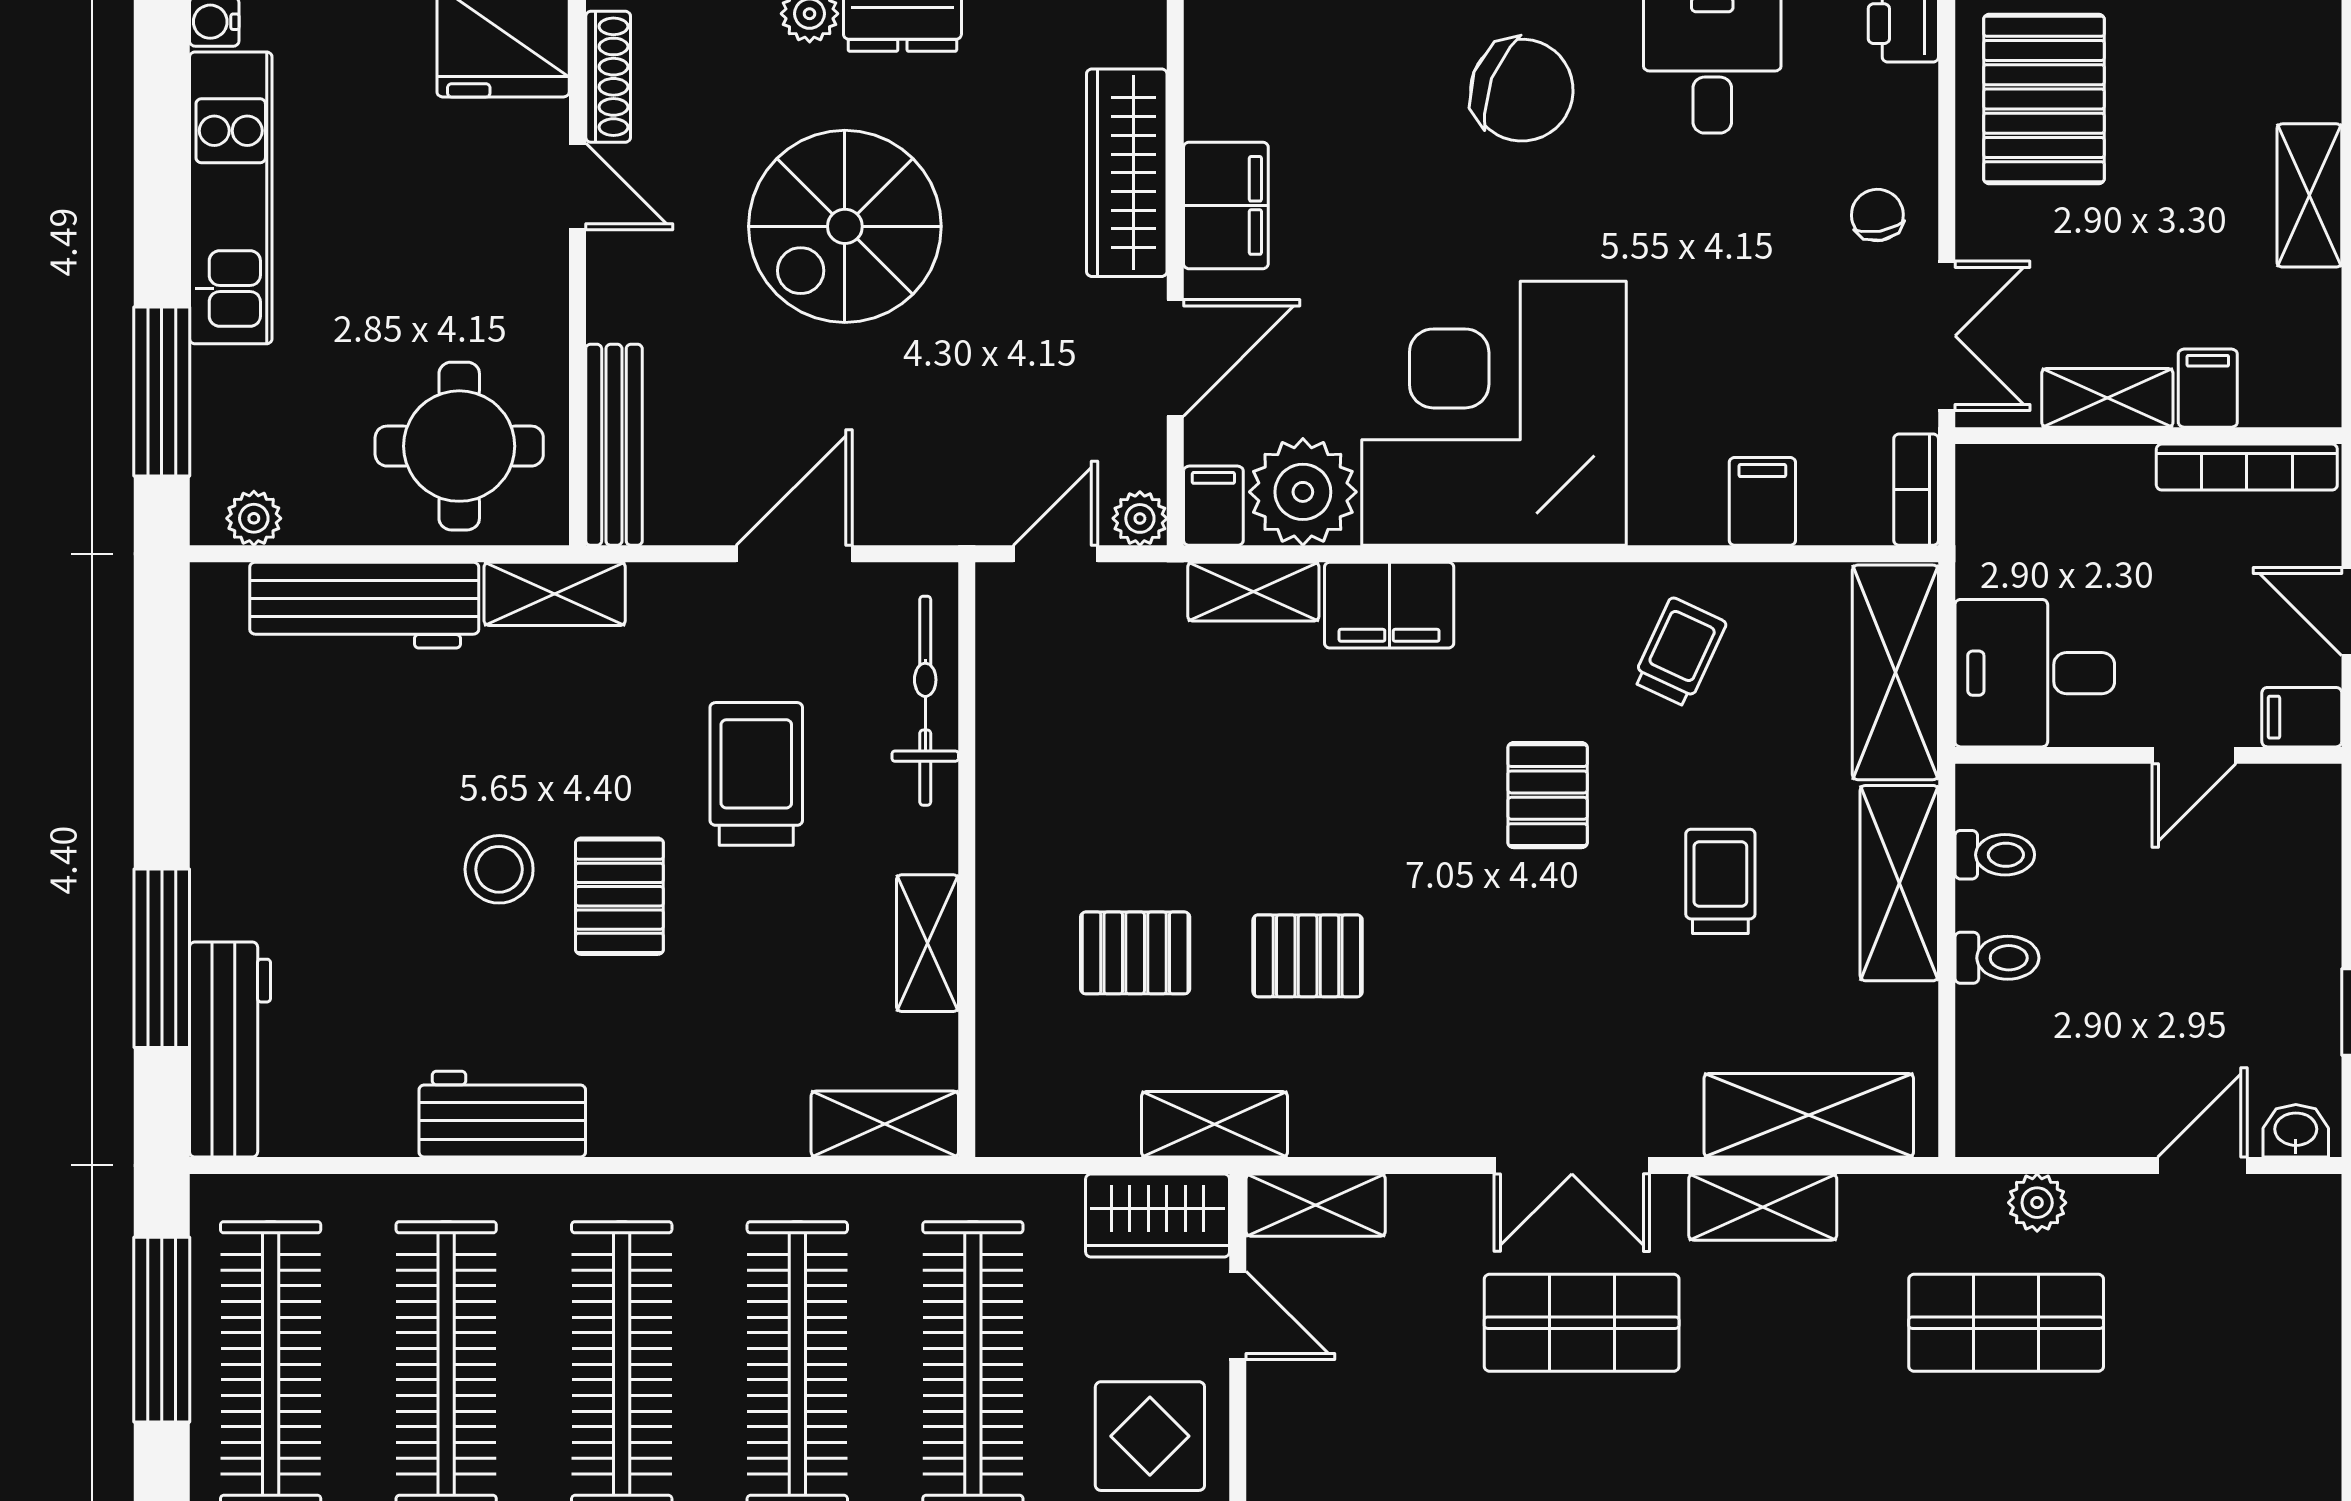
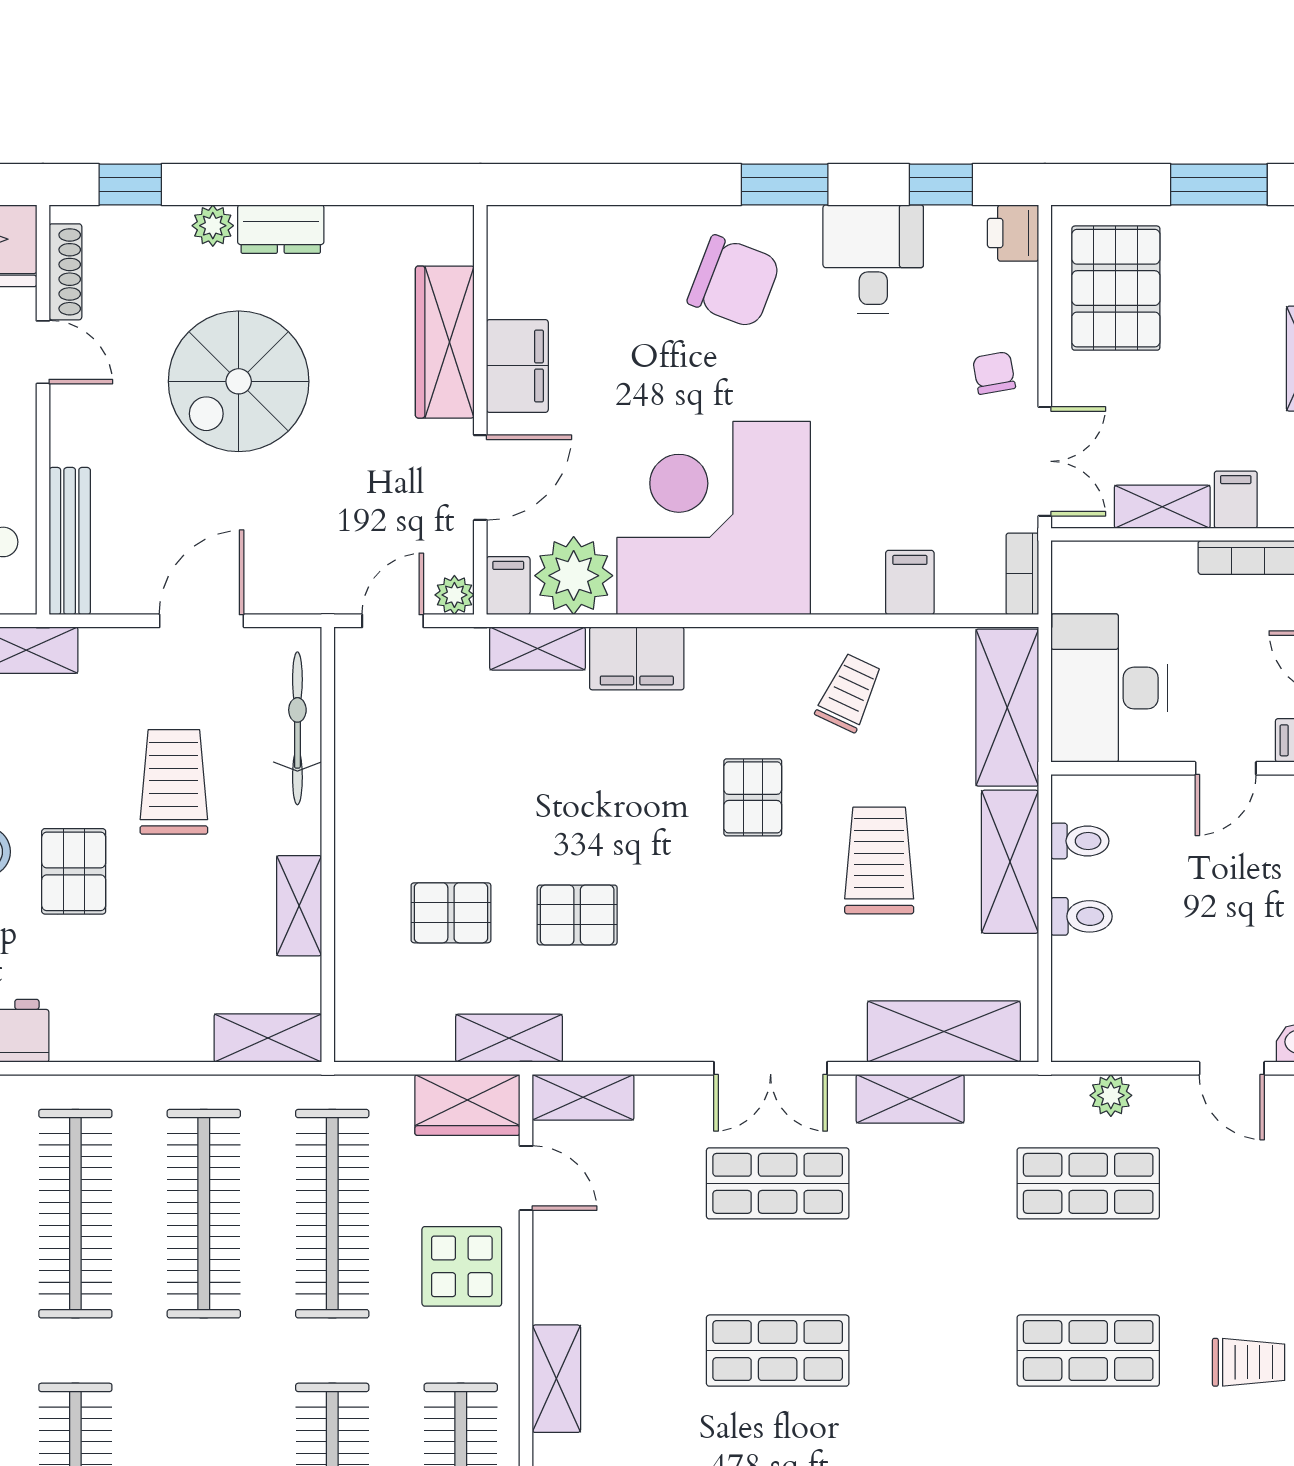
desk: (2035, 673) -> (1109, 688), width x1.37
trolley: (1720, 881) -> (879, 861), width x1.36, depth x1.39
door: (2202, 1165) -> (1232, 1068), swing flipped

